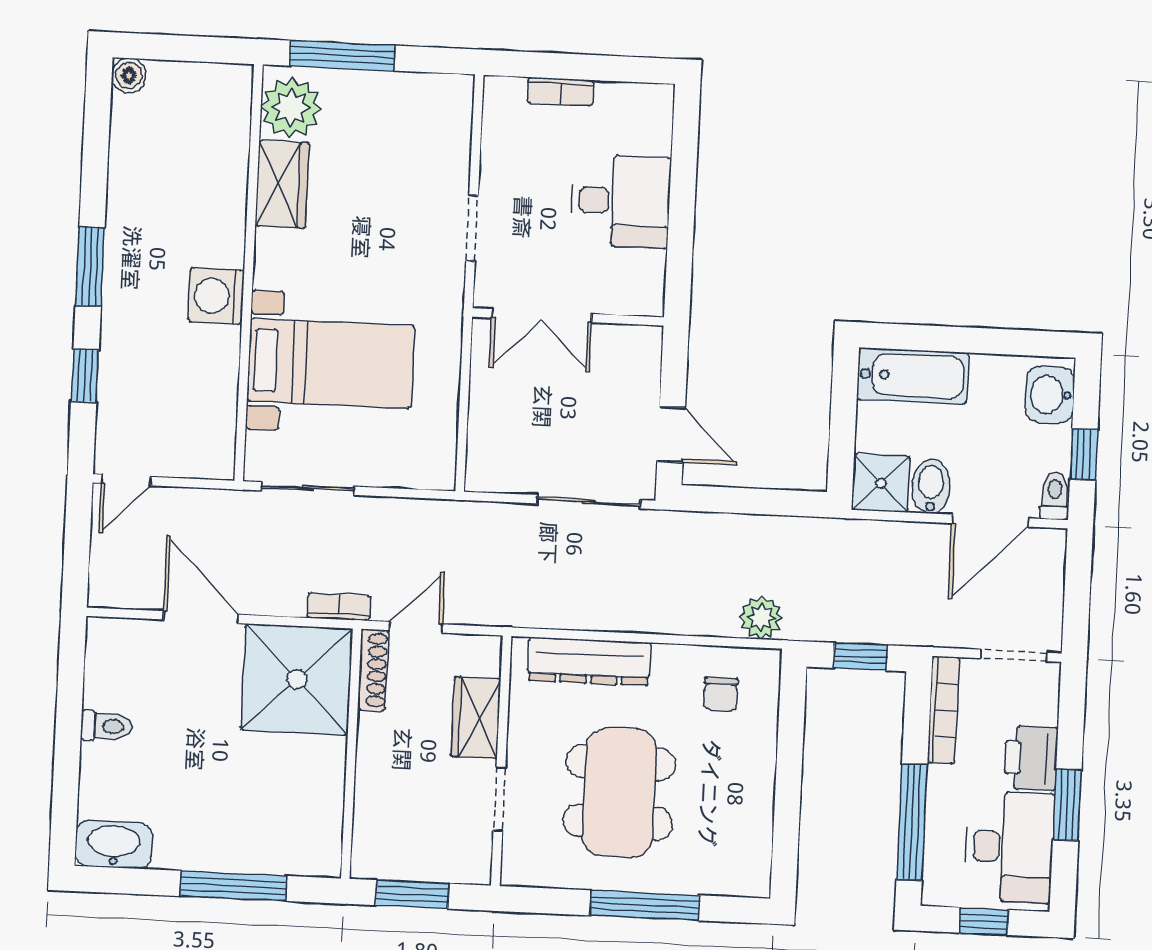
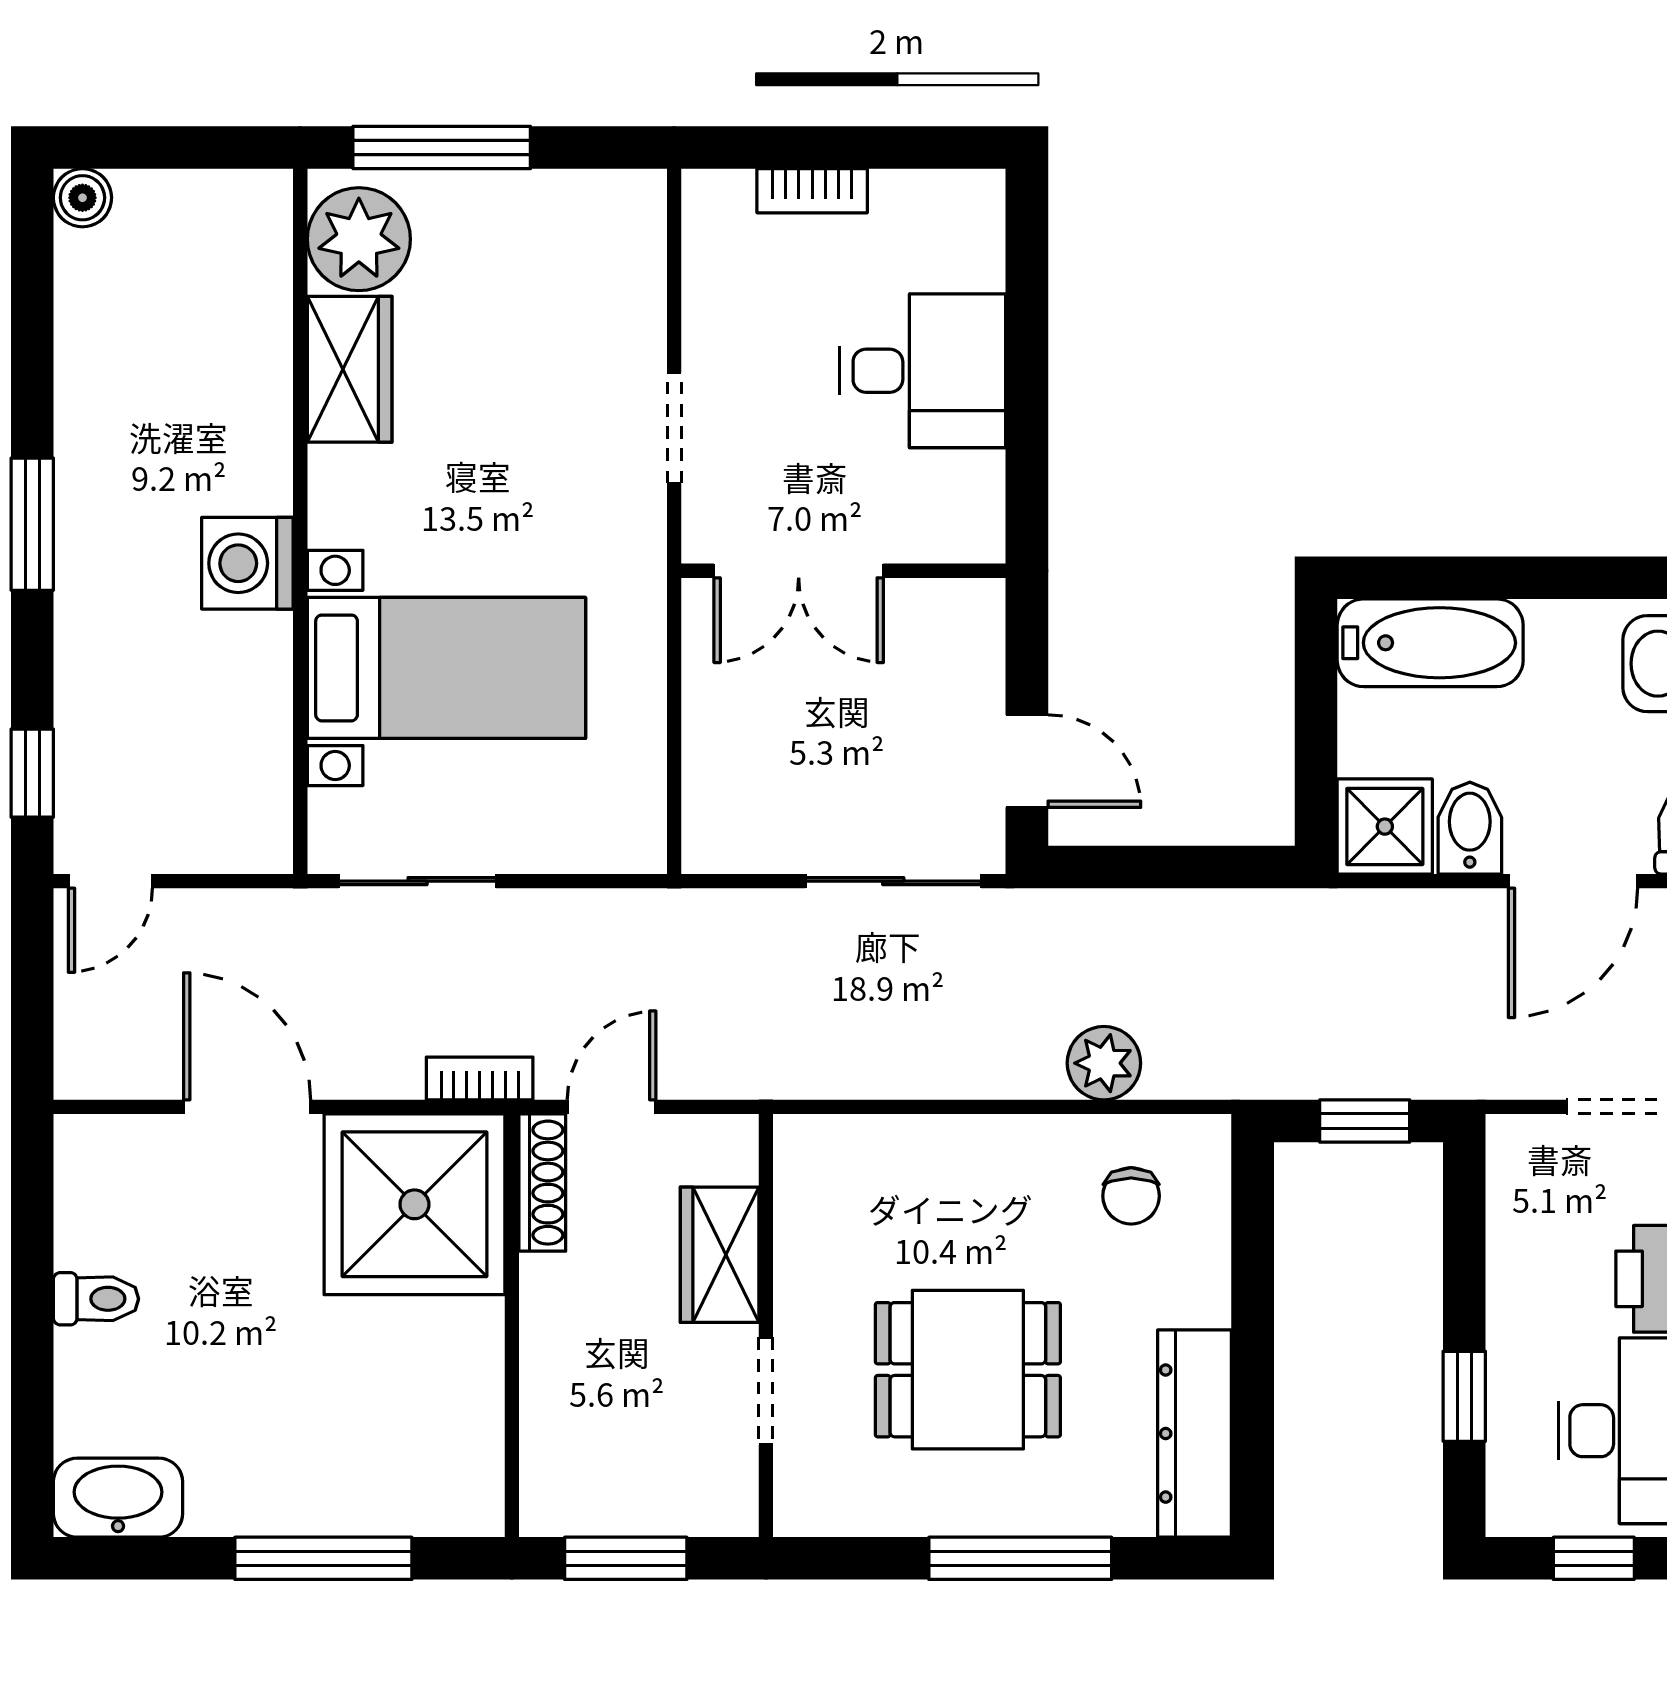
window: (85, 376) -> (32, 773), moved
plant: (761, 618) -> (1104, 1063), moved
dresser: (589, 661) -> (1194, 1434), moved, turned 90
bookcase: (943, 710) -> (1509, 1204), removed
dining table: (619, 792) -> (968, 1370), width x0.73
window: (912, 822) -> (1464, 1396), width x0.46

